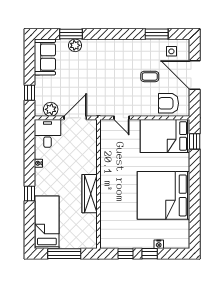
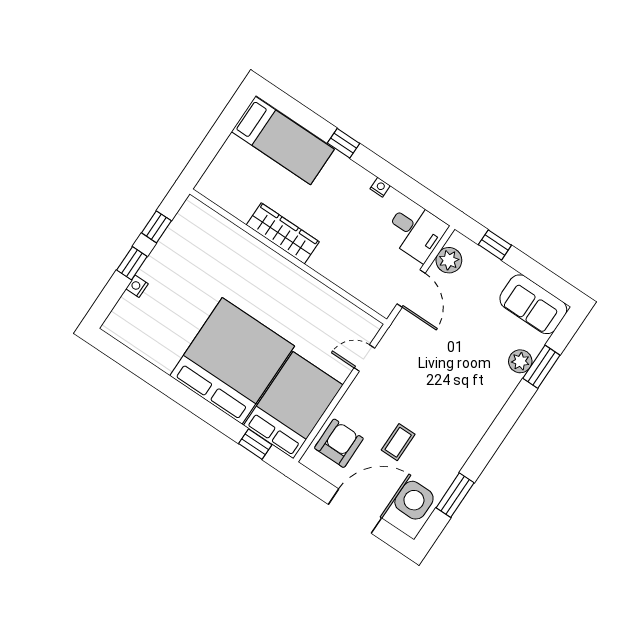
side table: (171, 51) -> (414, 500), width x1.87, depth x1.87
bed: (164, 195) -> (232, 361), moved
window: (64, 254) -> (218, 135), removed

